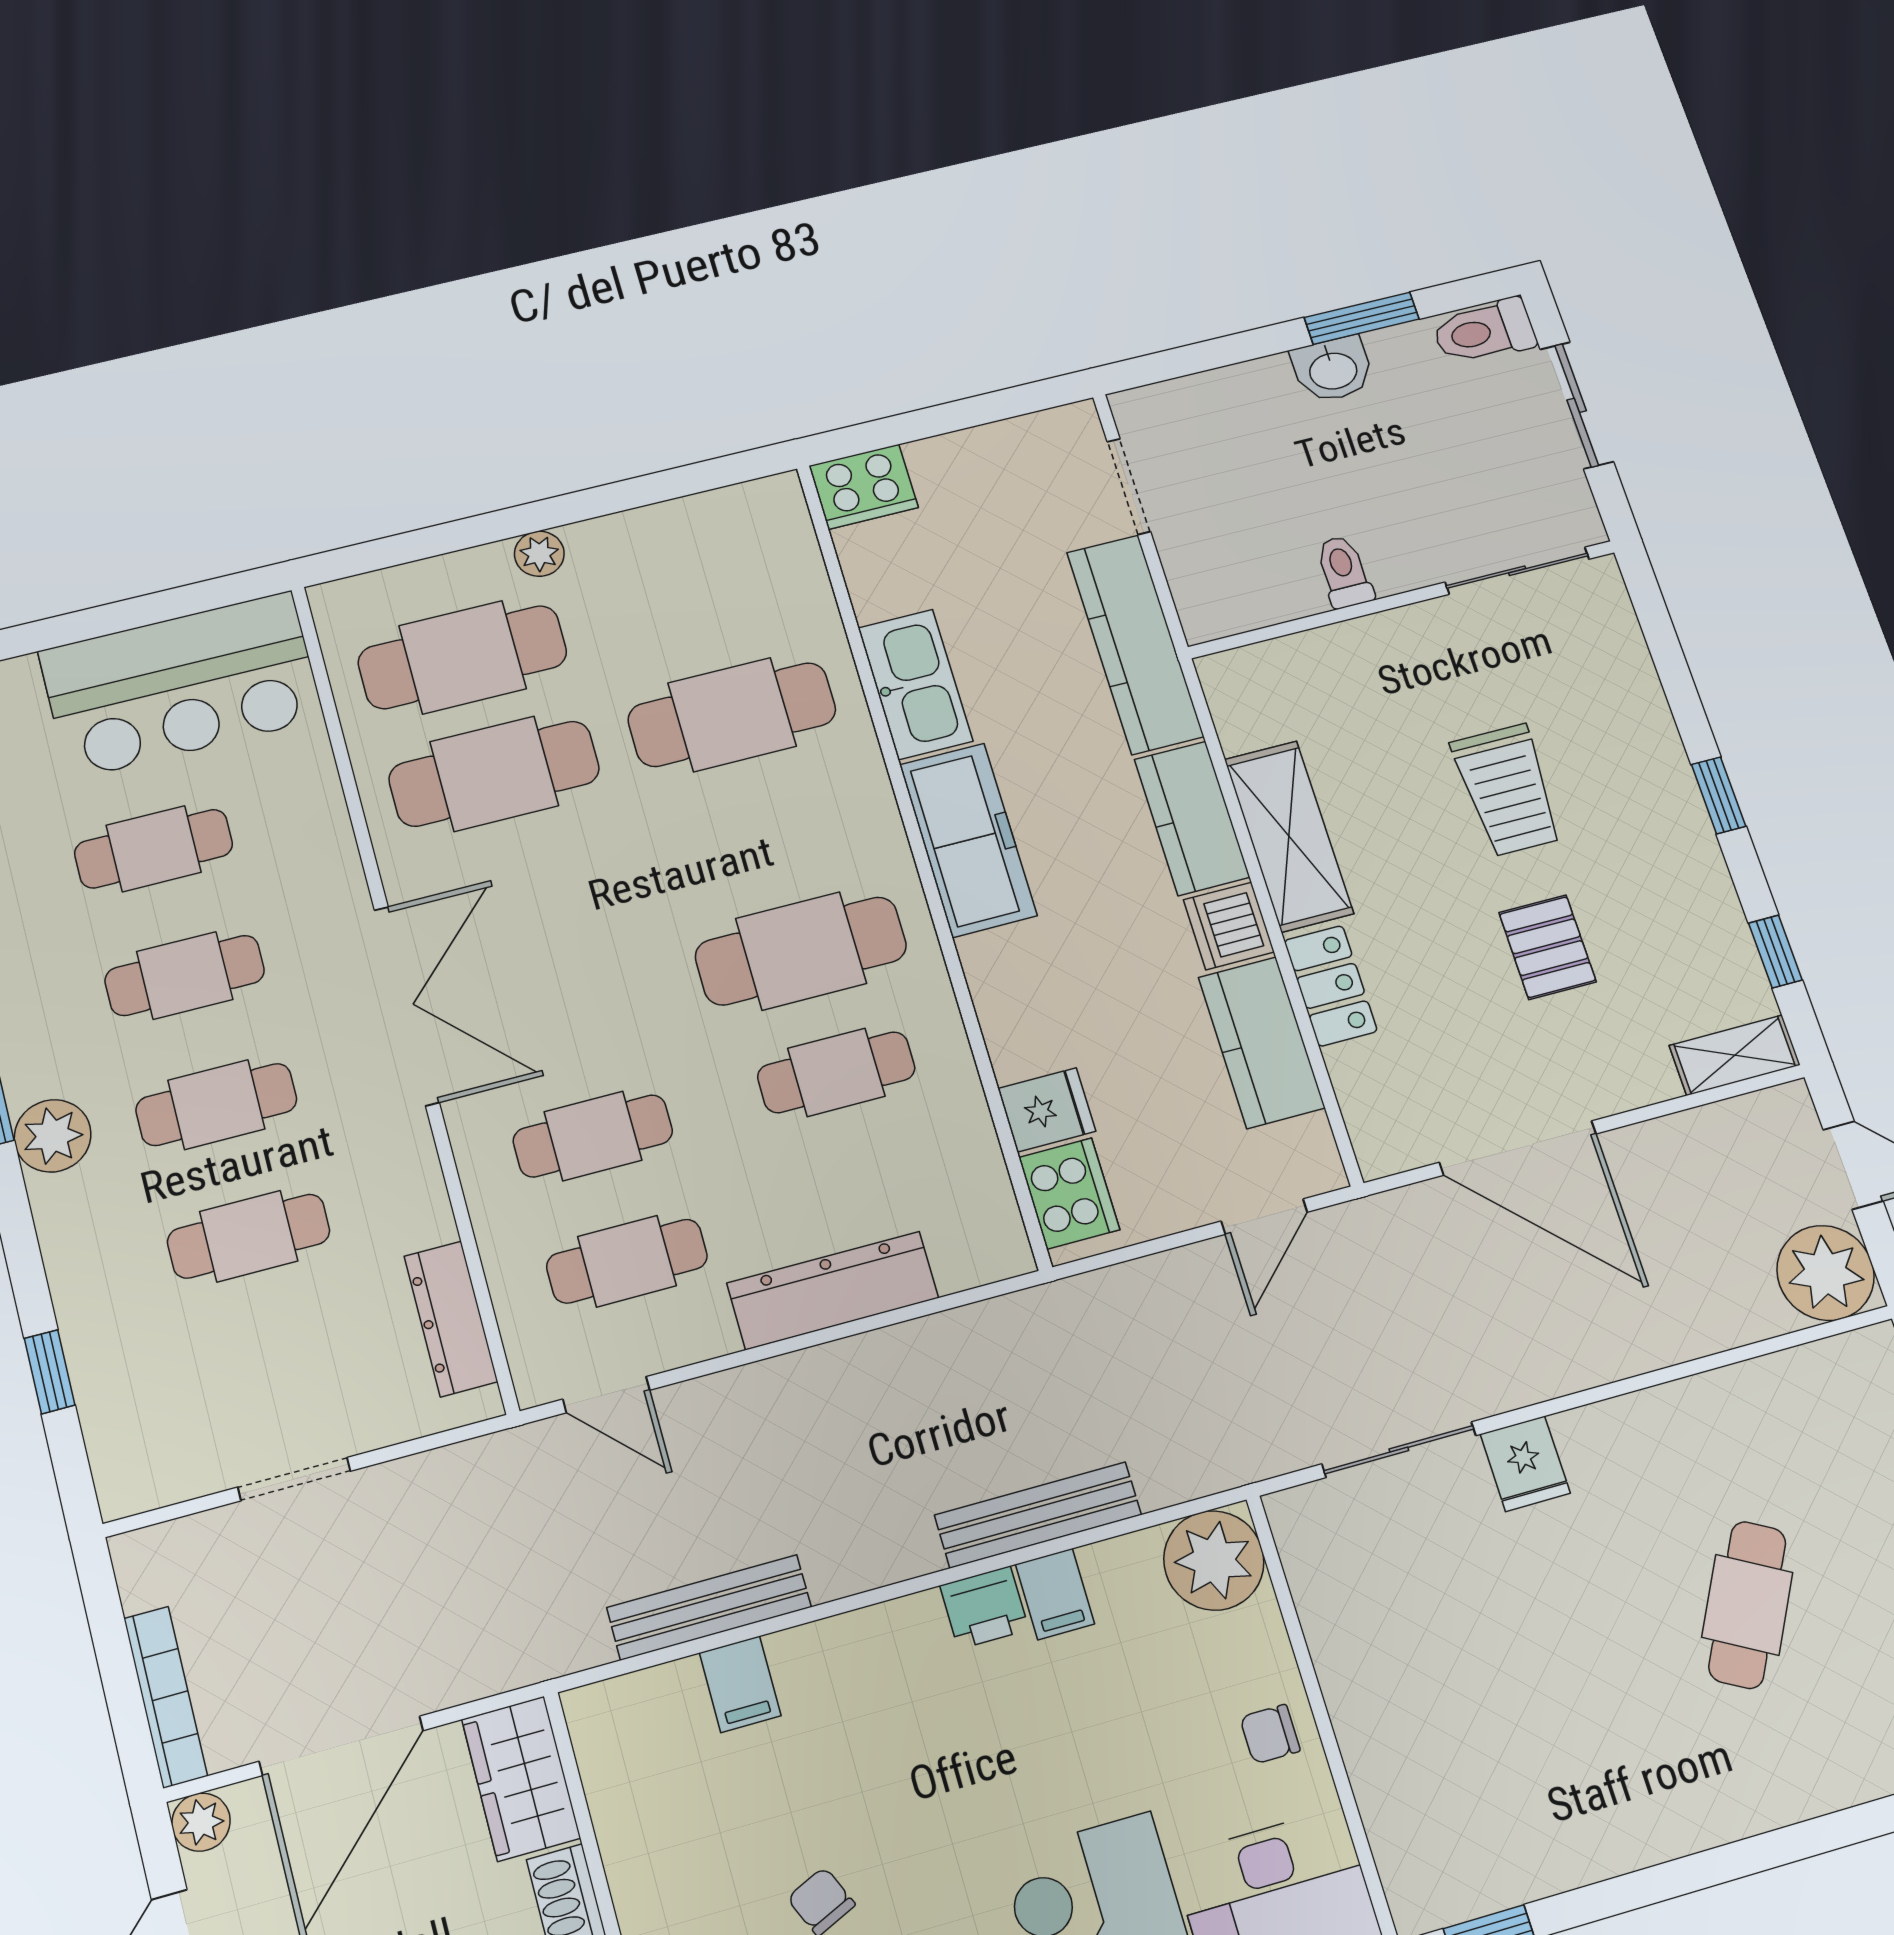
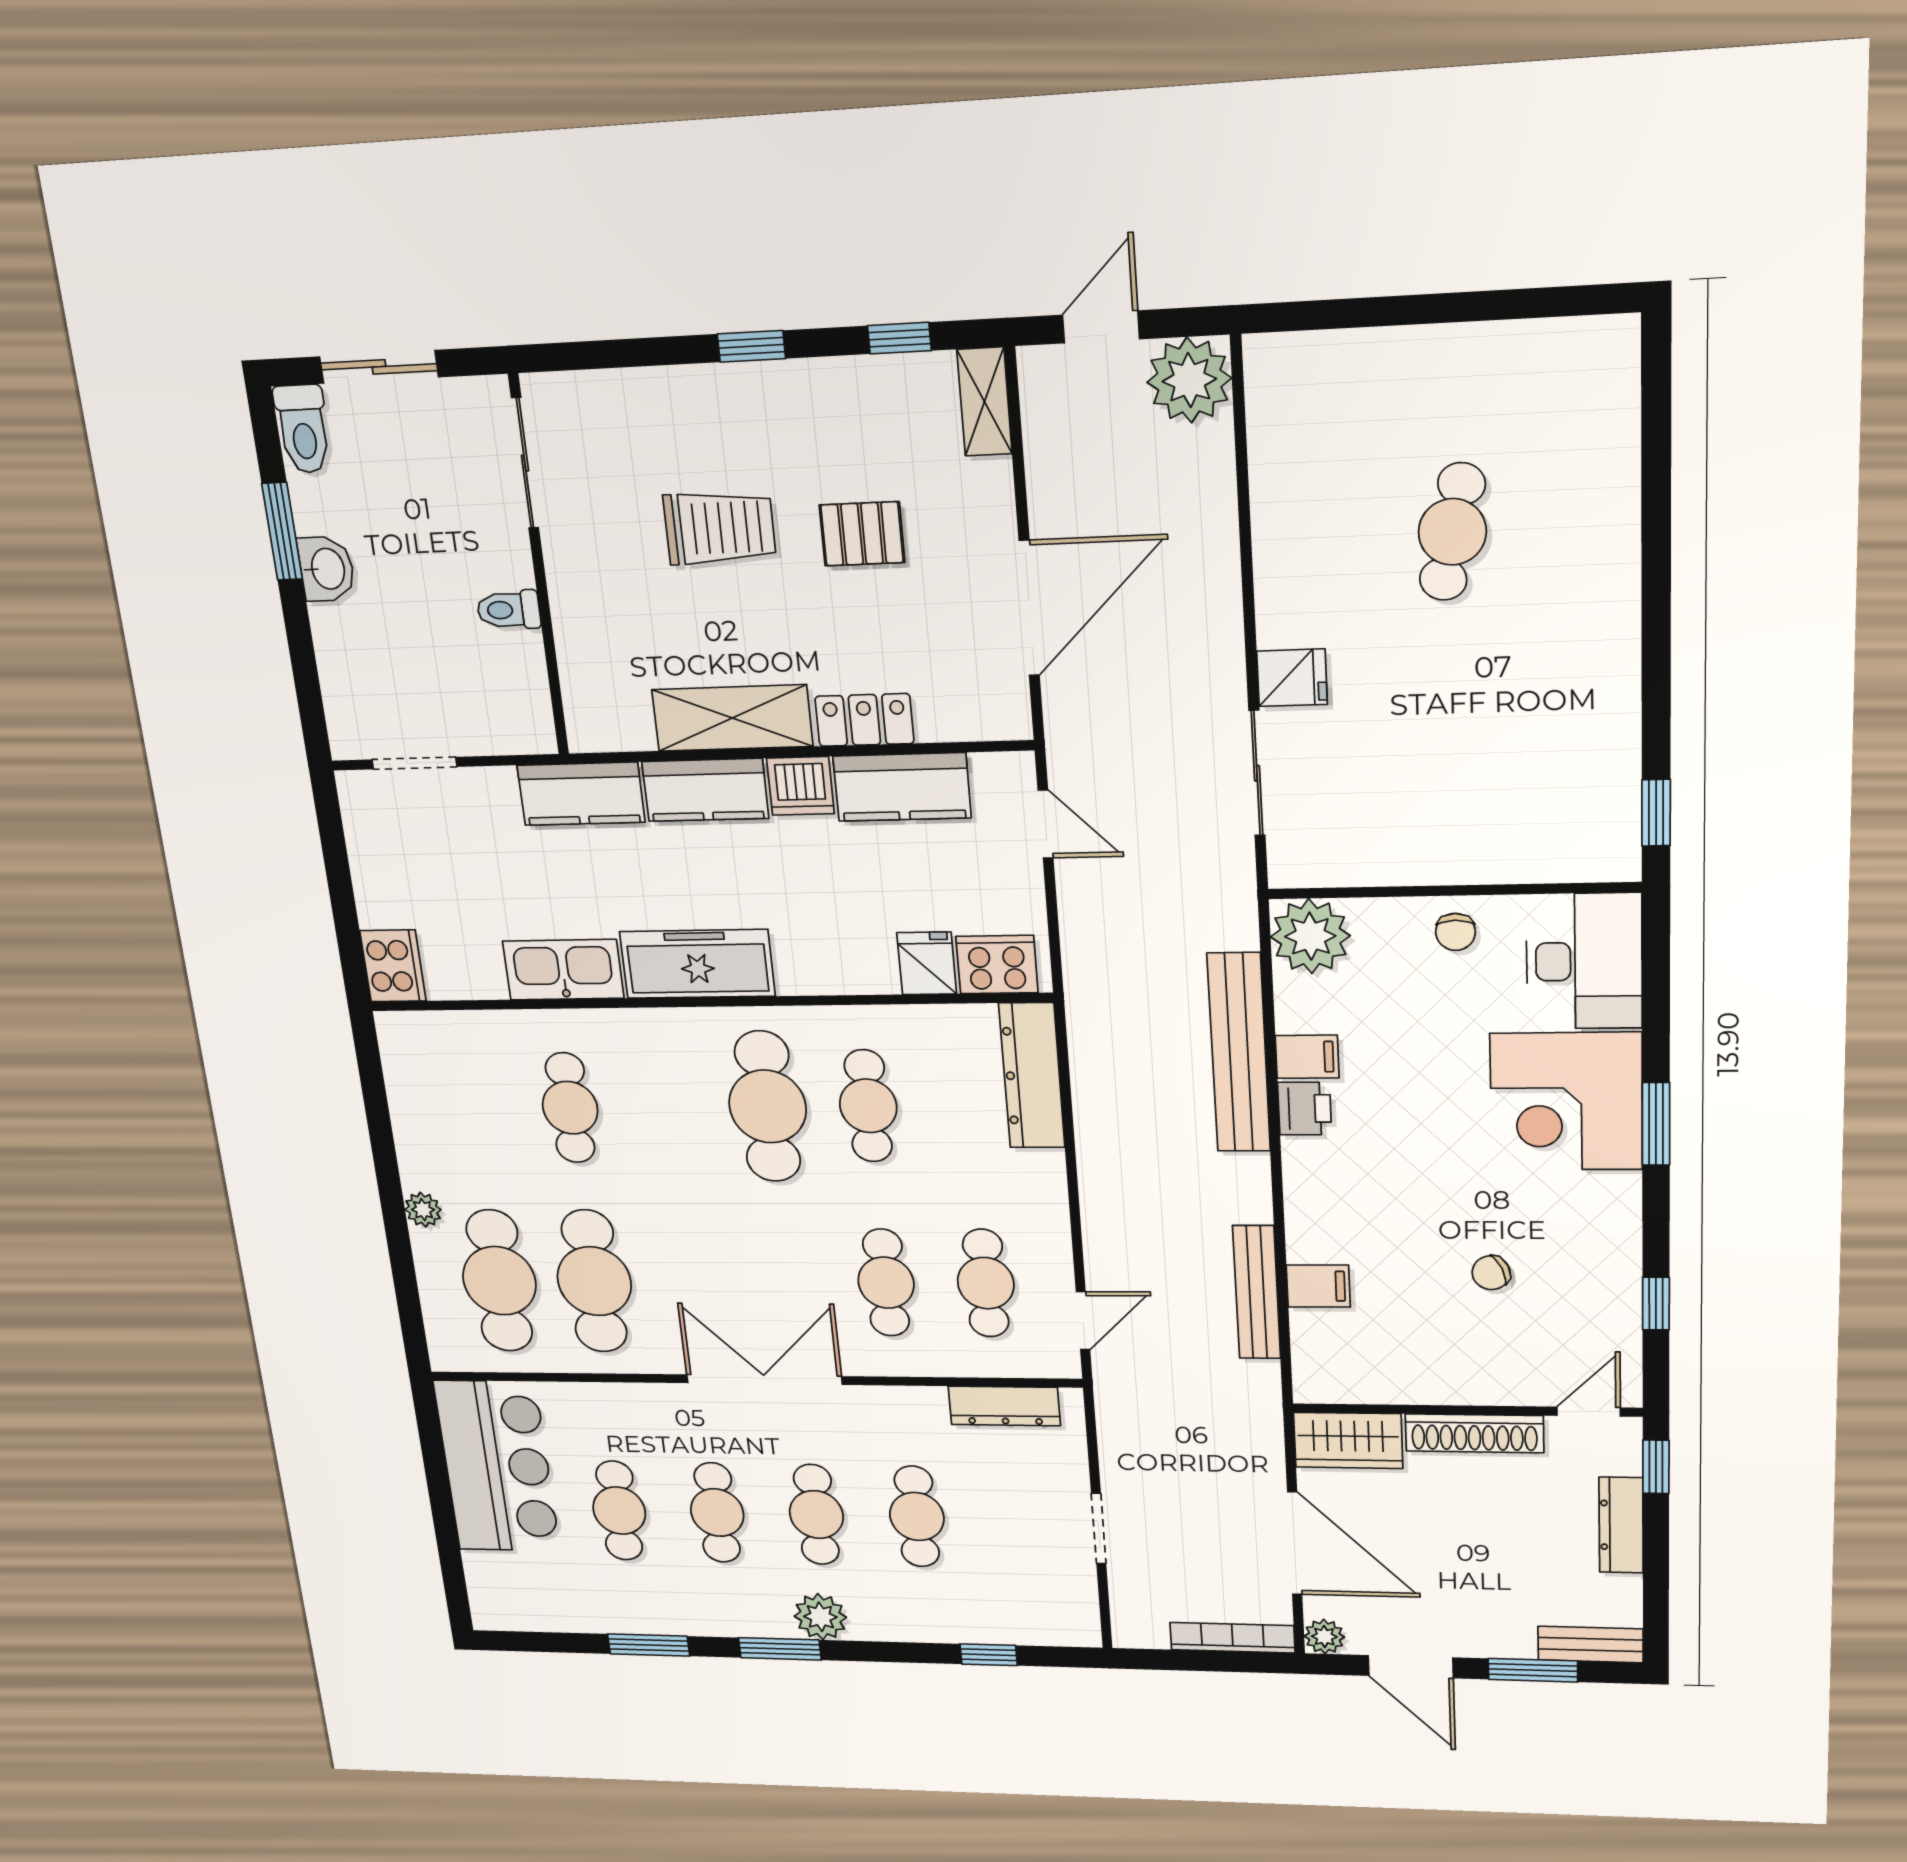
kitchen counter: (1135, 644) -> (581, 794), width x0.67
cafe table: (732, 715) -> (570, 1108), width x0.73, depth x0.74
dresser: (833, 1290) -> (1032, 1076), moved
bench: (1038, 1515) -> (1239, 1053), width x1.37, depth x1.21
cafe table: (1747, 1605) -> (1452, 532), turned 73

